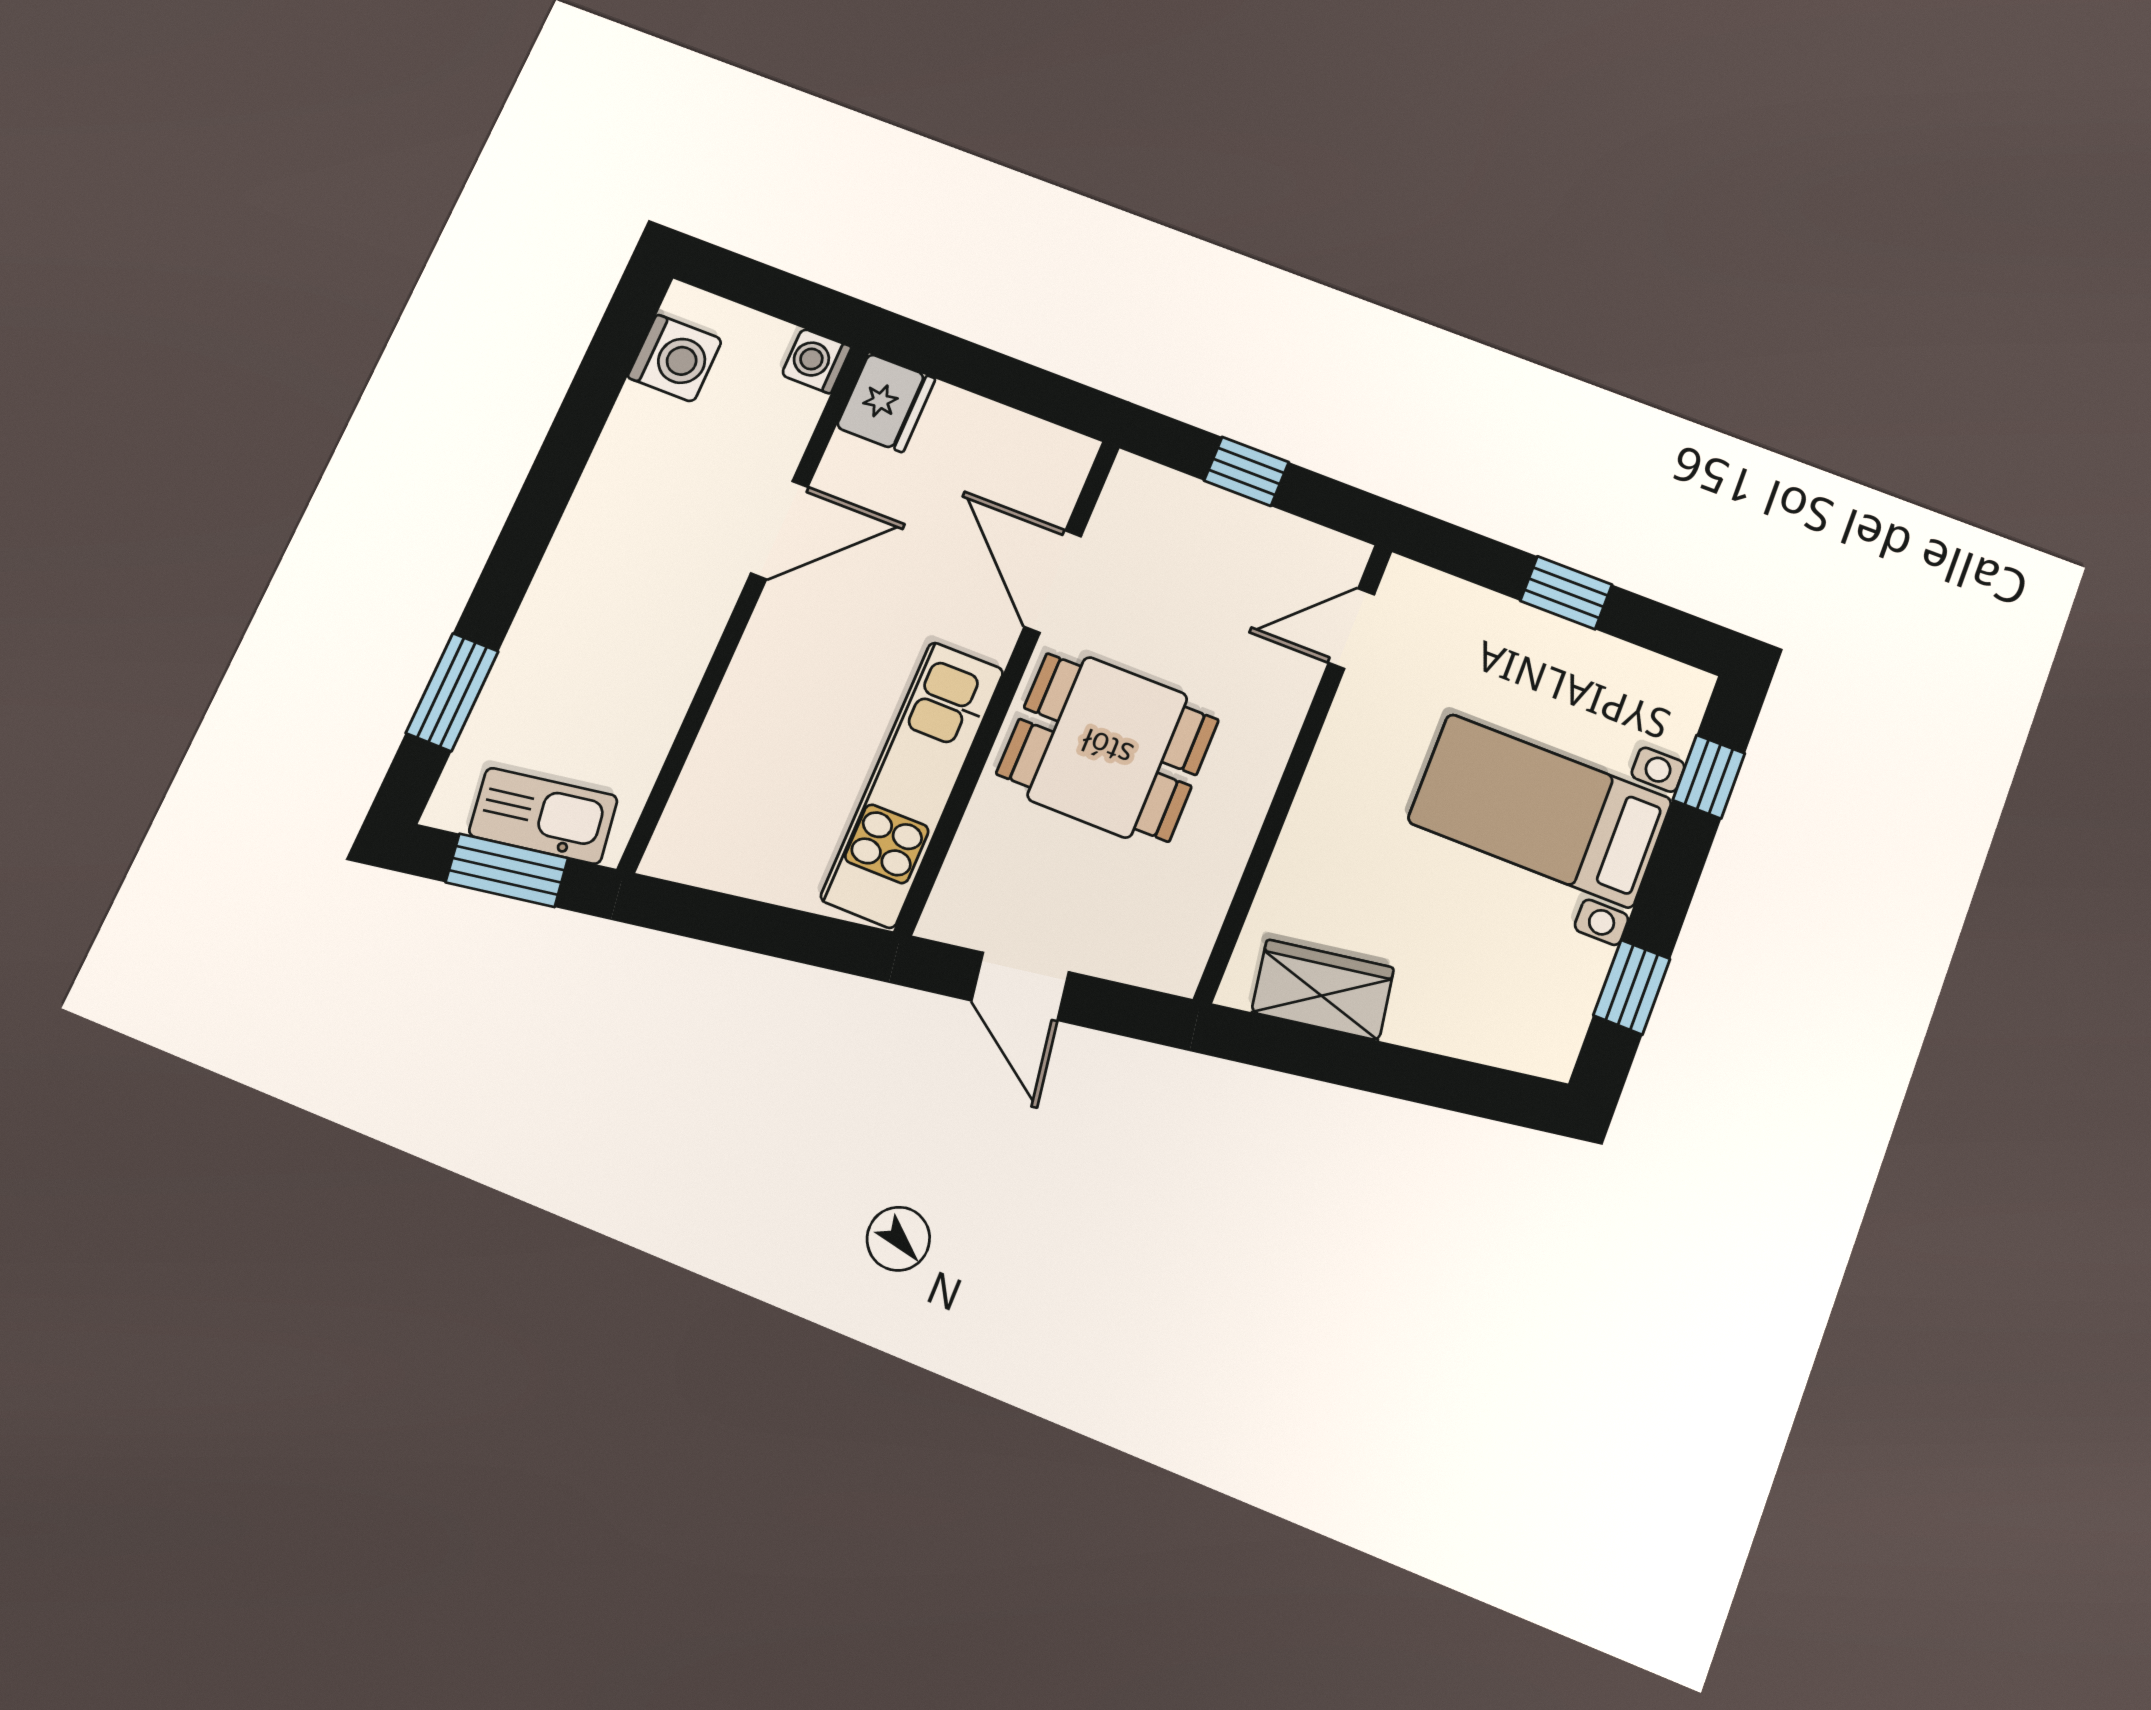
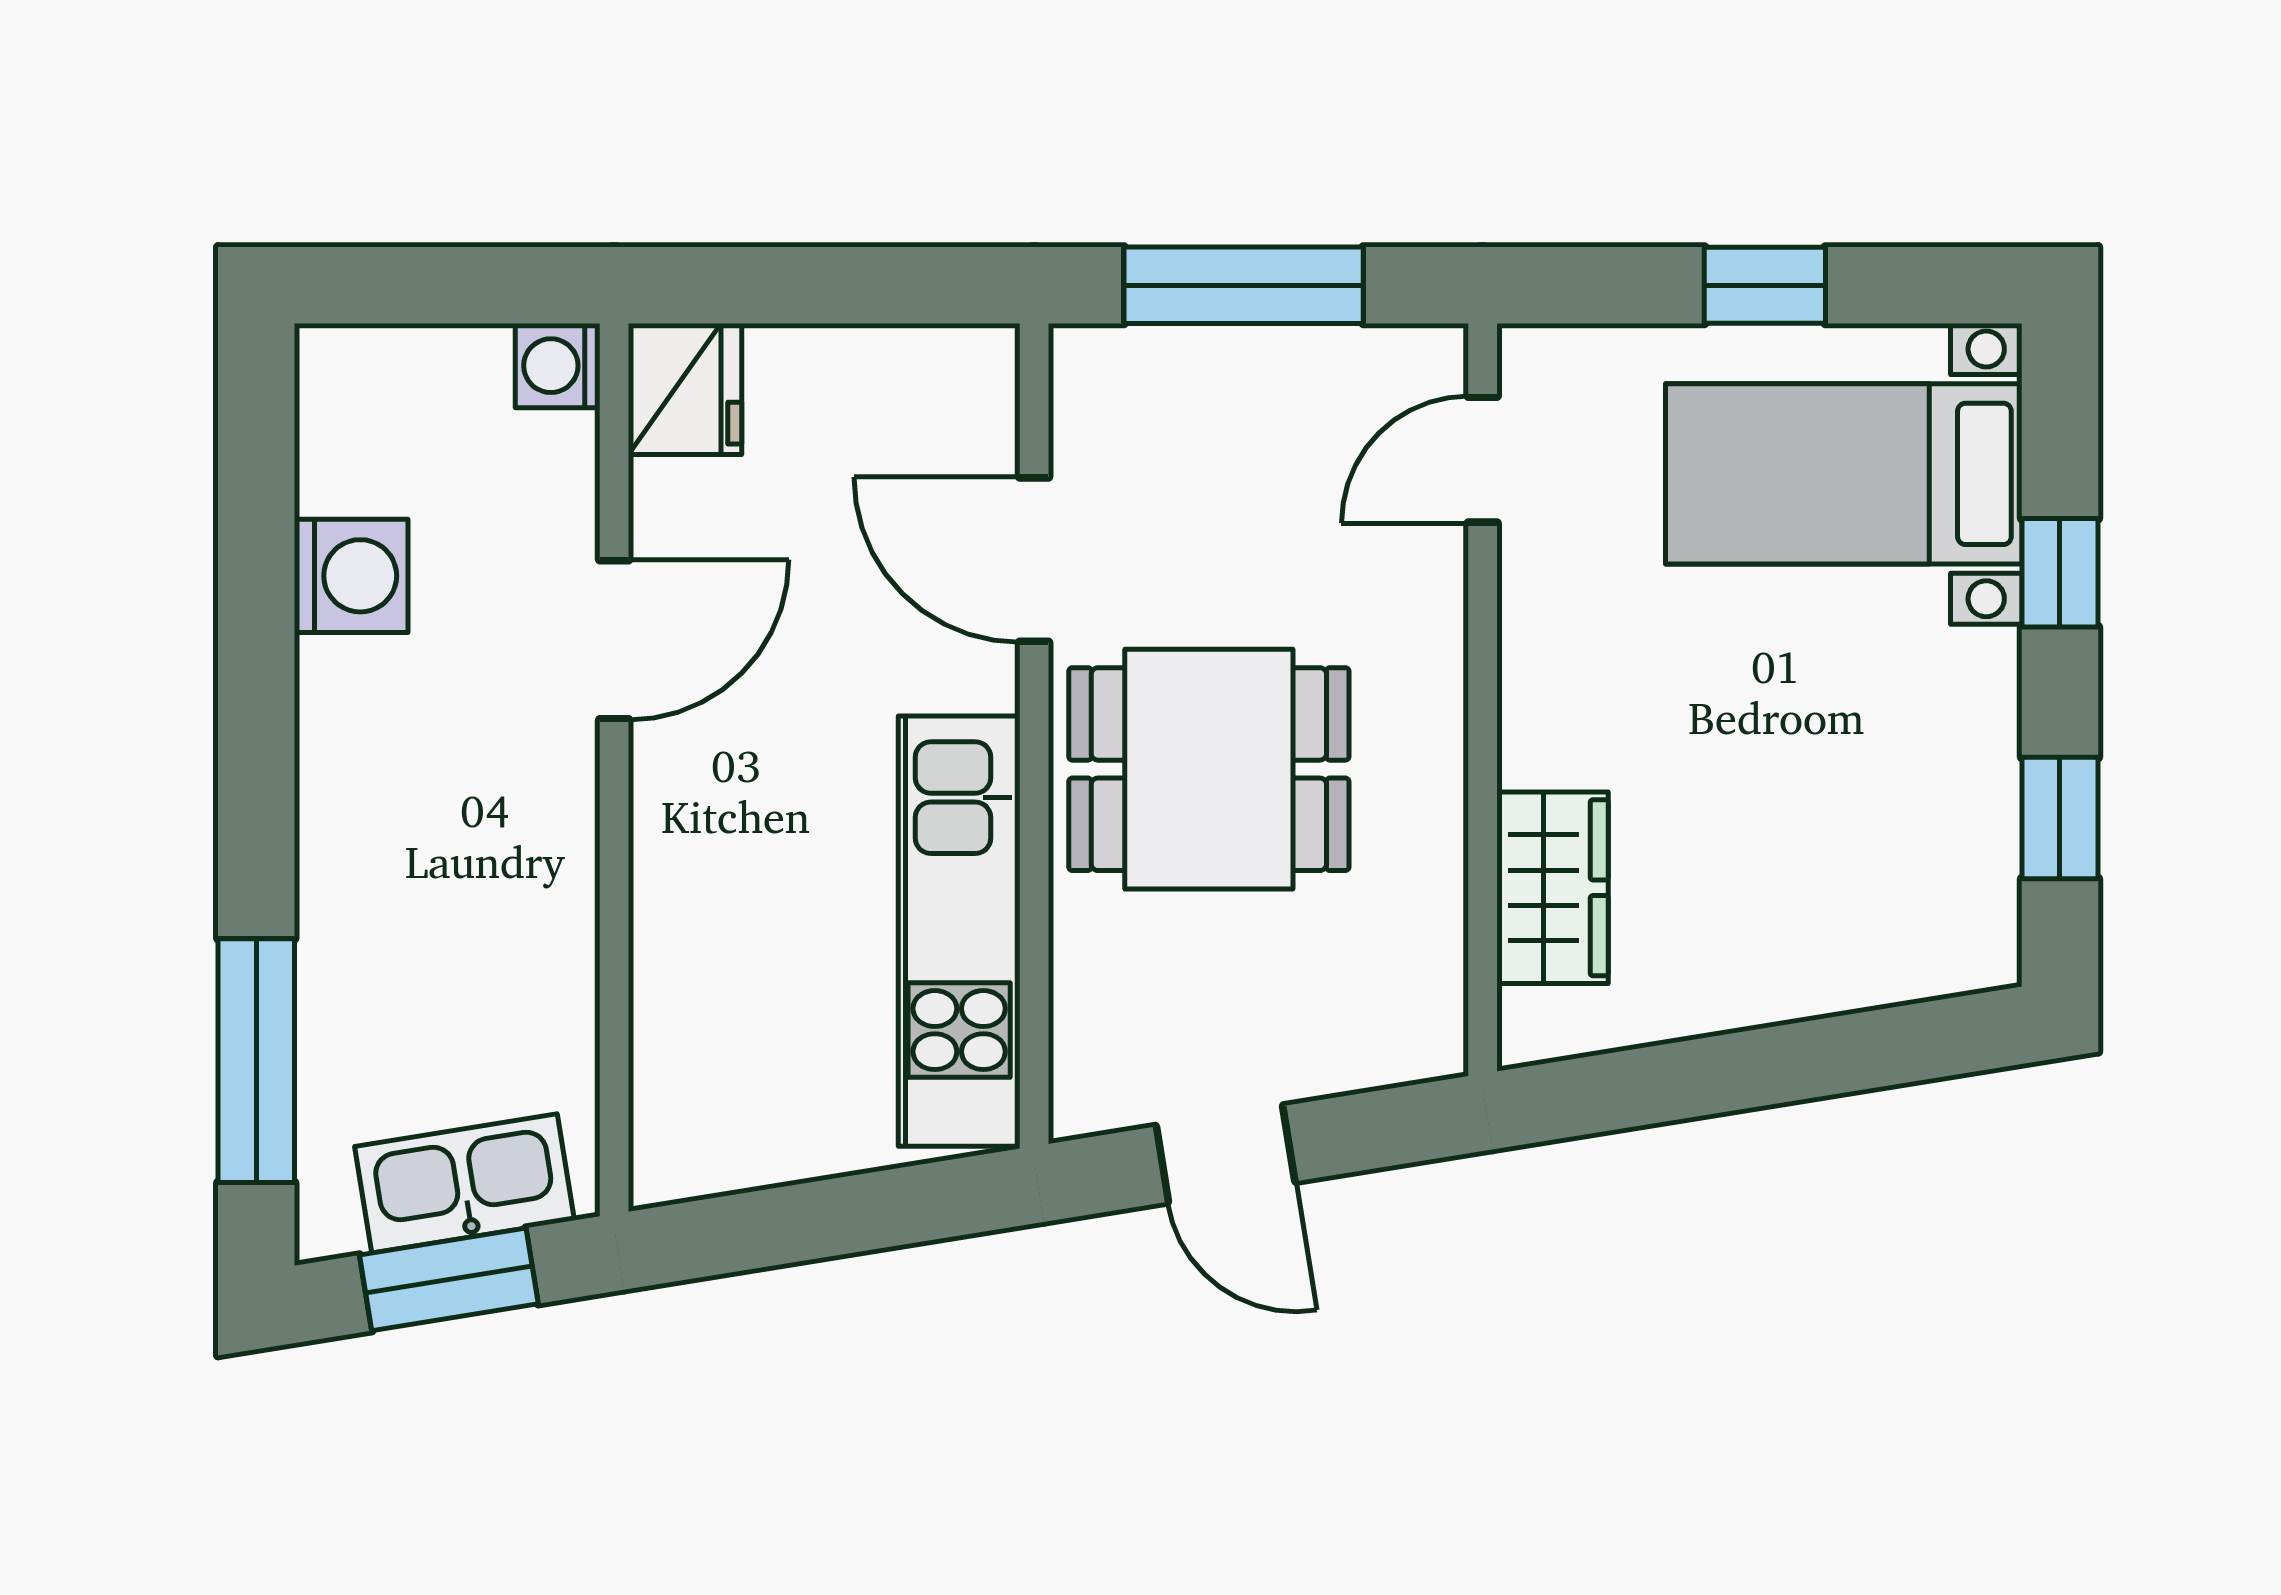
washing machine: (675, 358) -> (351, 576), moved
window: (1246, 471) -> (1244, 285), width x2.17
window: (452, 692) -> (256, 1061), width x1.44
window: (1709, 777) -> (2060, 573), moved
bed with nightstands: (1540, 811) -> (1844, 474), moved
wardrobe: (1323, 990) -> (1553, 888), moved, turned 99

